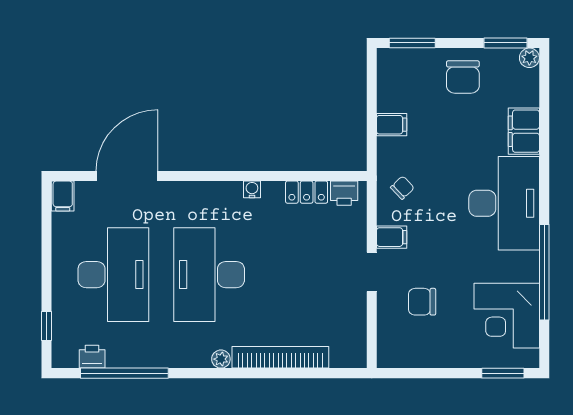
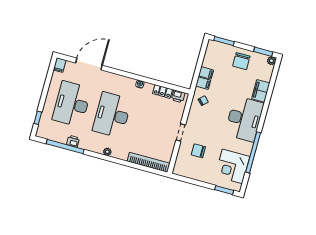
filing cabinet: (392, 237) -> (203, 83), moved
desk: (113, 275) -> (72, 104), turned 180
printer: (92, 357) -> (73, 141), moved
bookcase: (280, 357) -> (149, 162), moved

